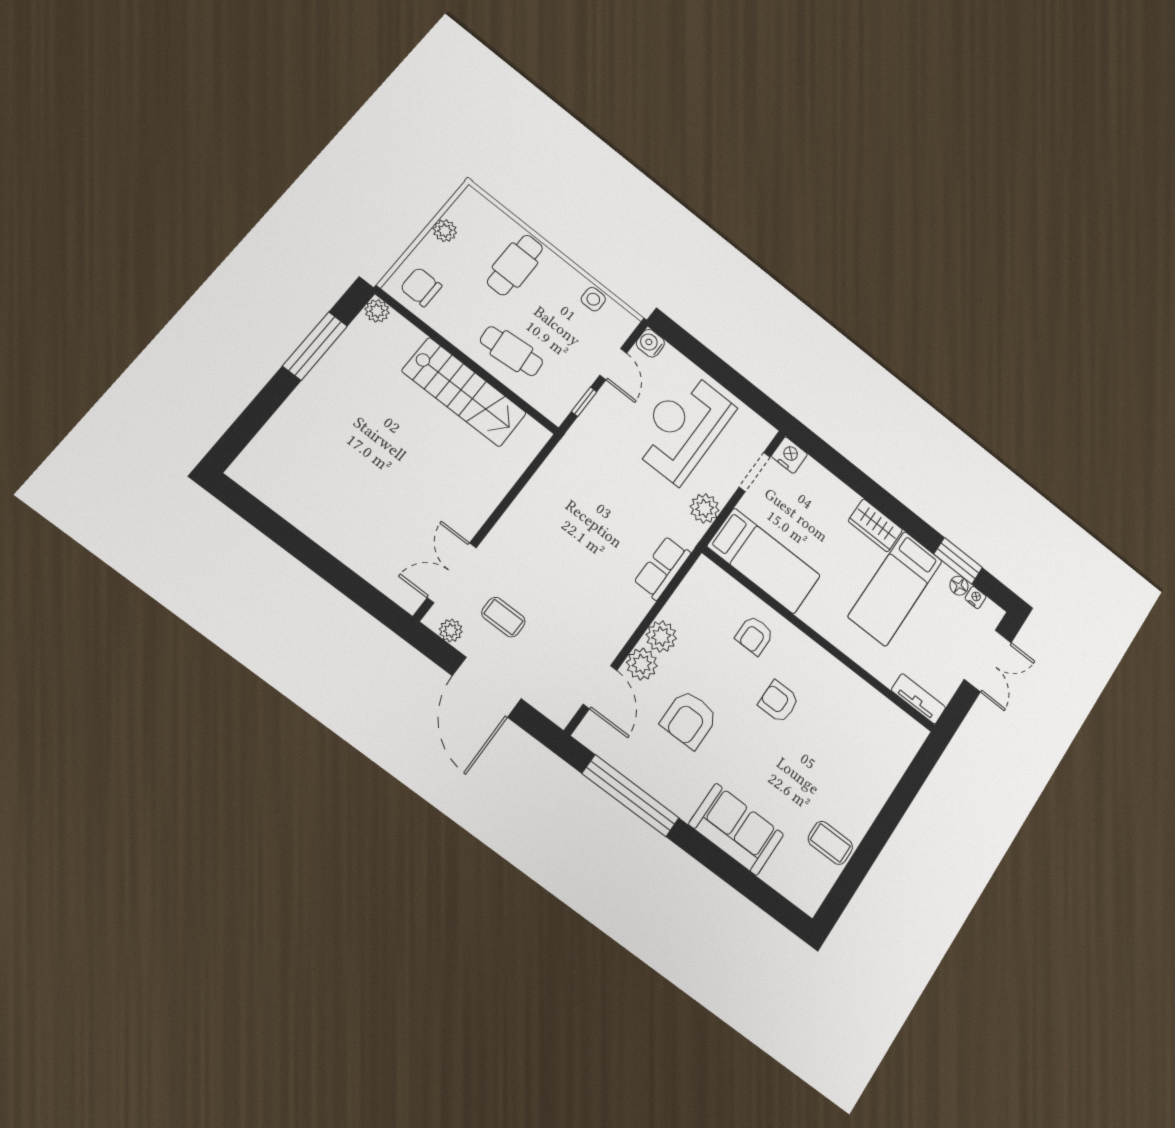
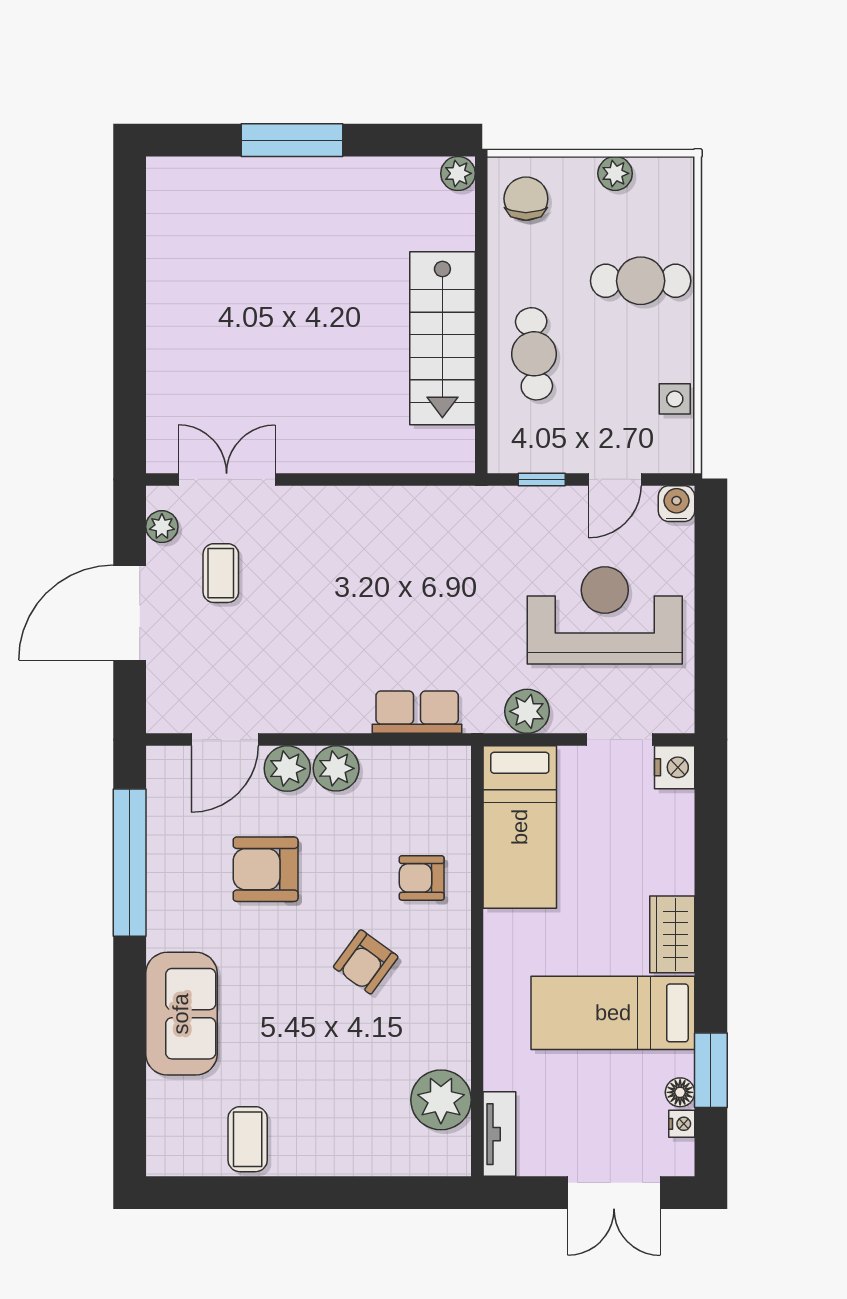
window: (315, 346) -> (292, 140), moved
armchair: (779, 702) -> (366, 962), turned -144
plant: (880, 717) -> (441, 1100), added

